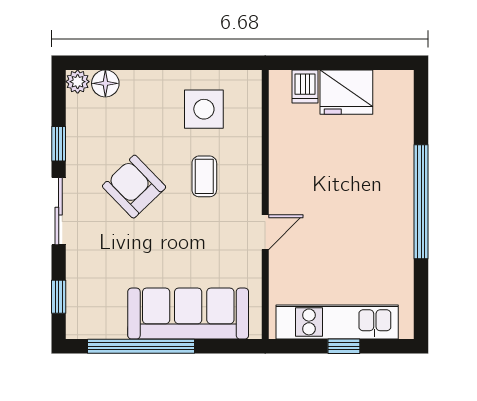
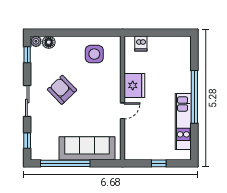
fridge: (346, 92) -> (134, 85), moved, turned -90
window: (59, 144) -> (27, 55), moved
coffee table: (204, 176) -> (94, 85), removed
kitchen unit: (337, 322) -> (183, 121), moved, turned -90

